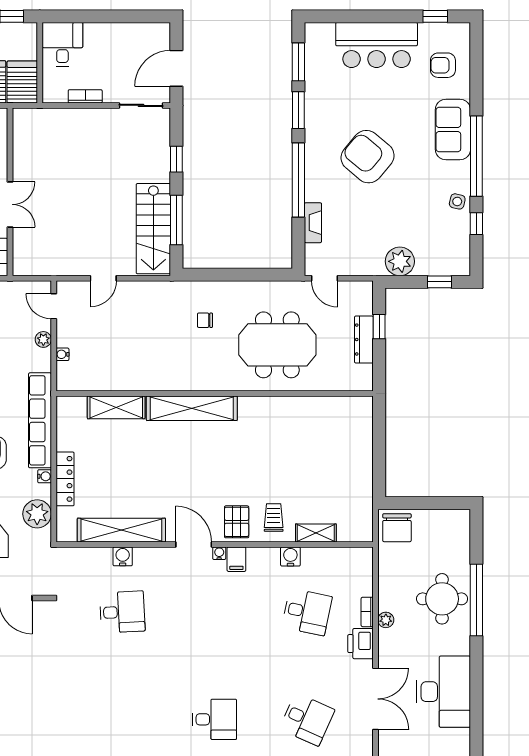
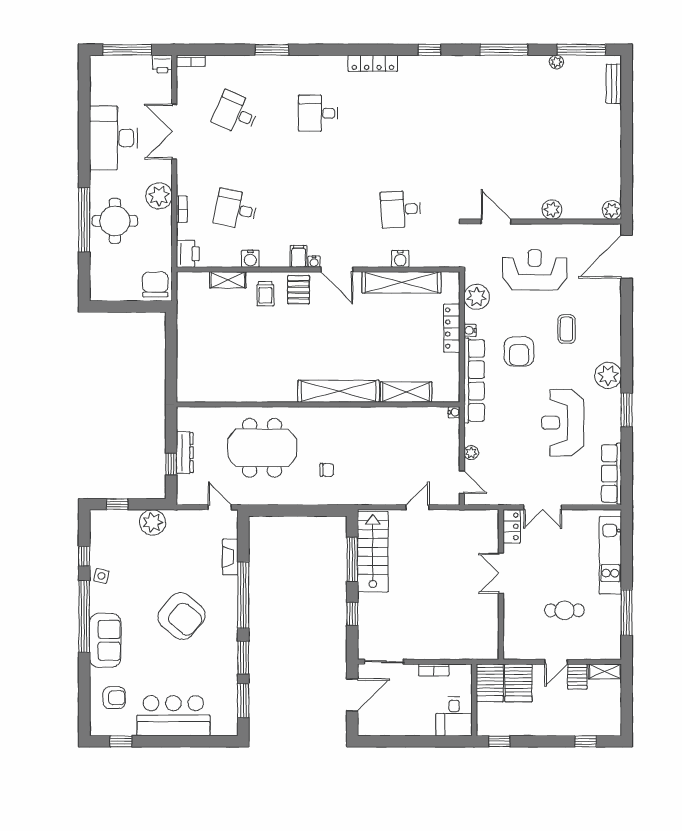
water cooler: (62, 354) -> (454, 412), moved
plant: (386, 620) -> (159, 196), width x1.88, depth x1.88
printer: (360, 644) -> (188, 254), moved

